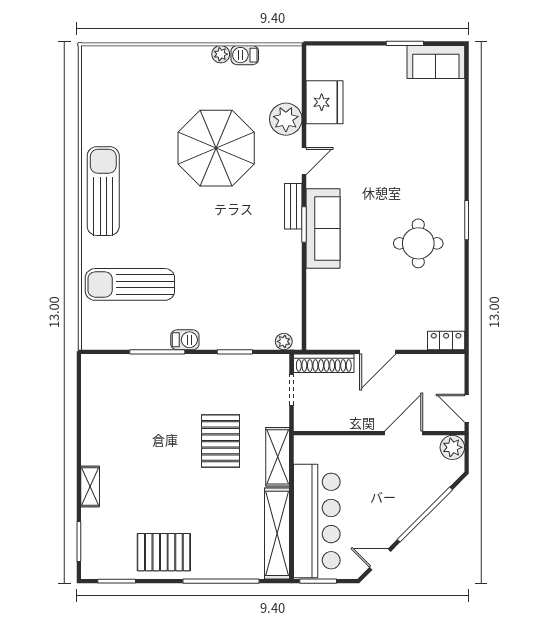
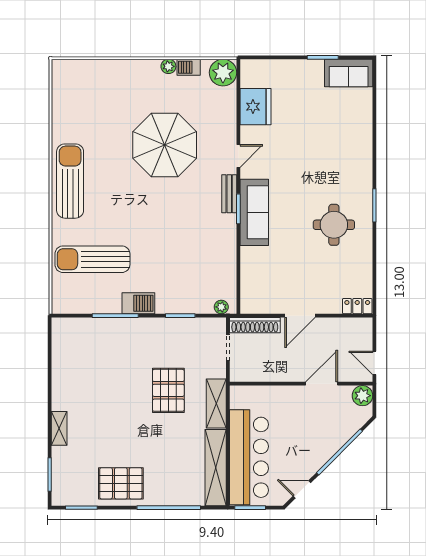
plant: (286, 119) -> (223, 73), moved
barbecue: (185, 340) -> (138, 303), width x1.38, depth x1.27

